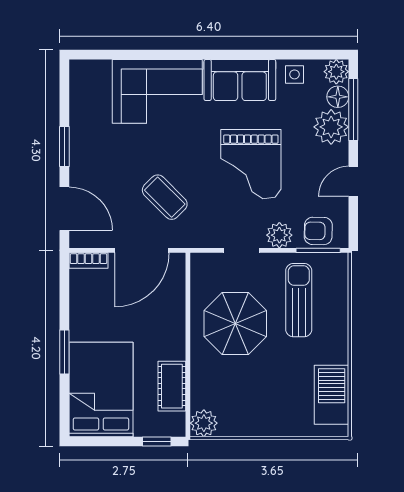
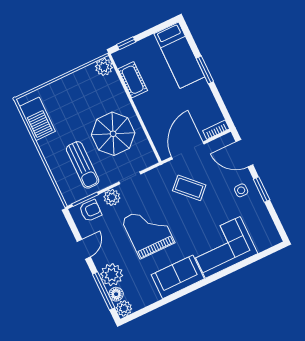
side table: (294, 74) -> (241, 190), moved
bed: (101, 389) -> (179, 55), width x0.67

